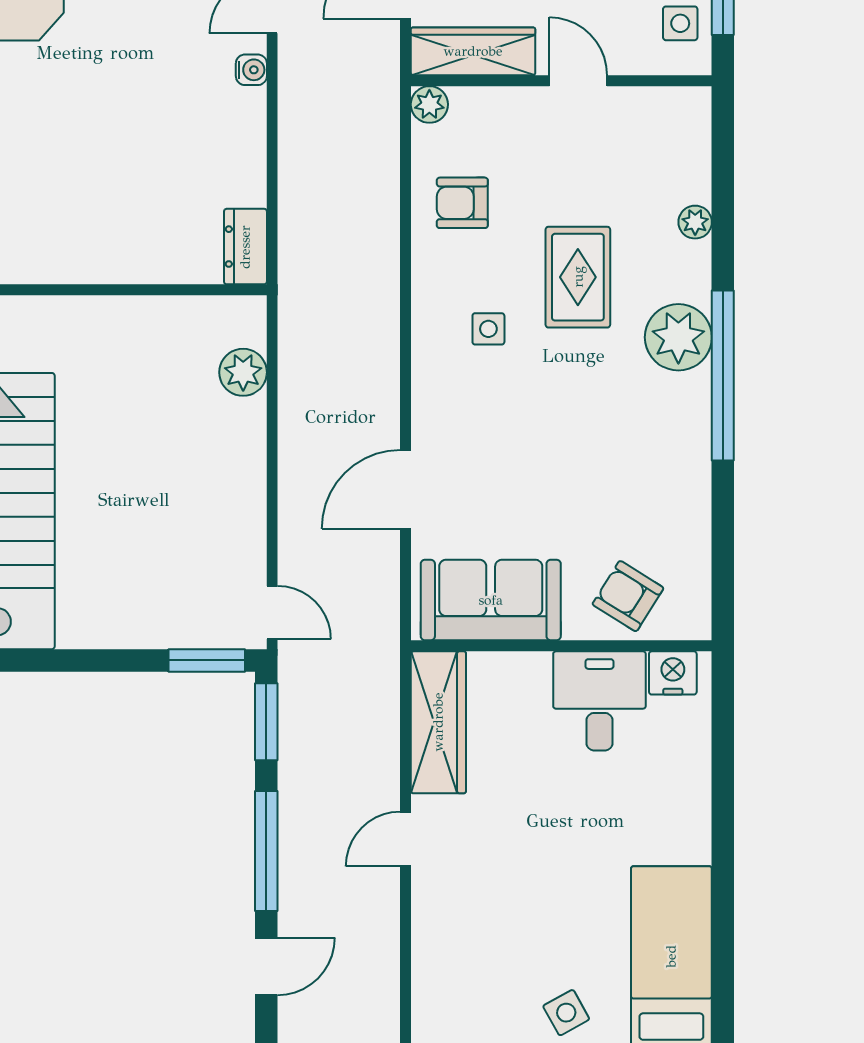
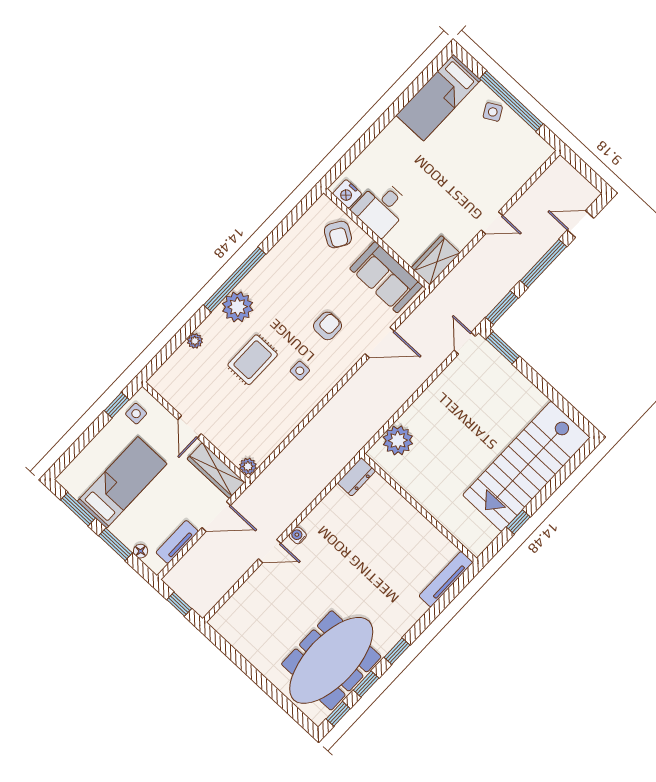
armchair: (462, 203) -> (328, 326), moved, turned -90
plant: (243, 372) -> (398, 440), width x1.36, depth x1.36
wardrobe: (438, 722) -> (436, 260), width x0.67

